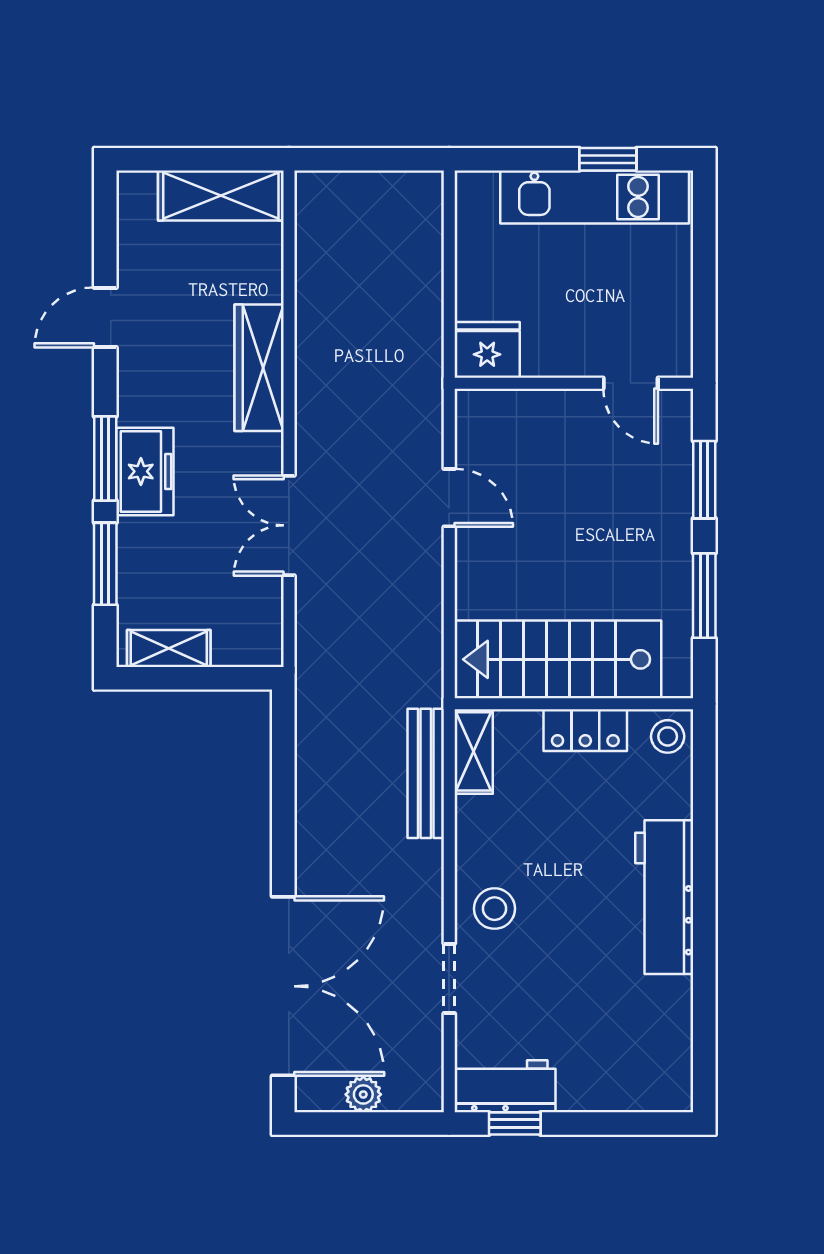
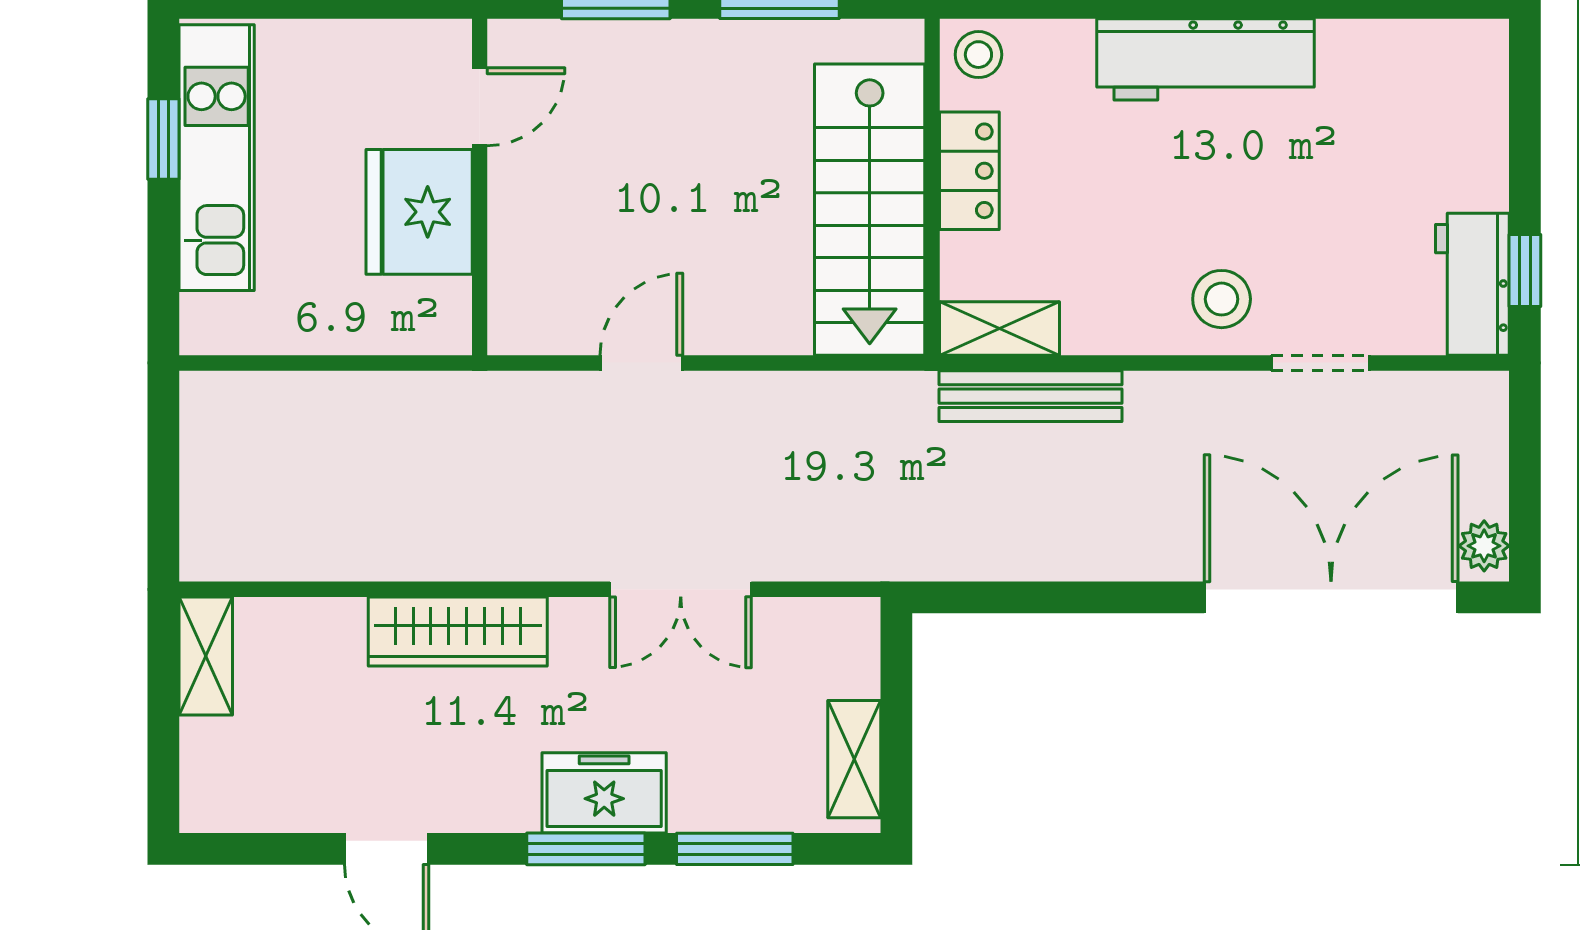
shelving: (221, 196) -> (206, 656), width x0.67, depth x0.75
fridge: (487, 350) -> (419, 212), moved, width x1.36, depth x1.34
plant: (363, 1094) -> (1484, 546), moved

